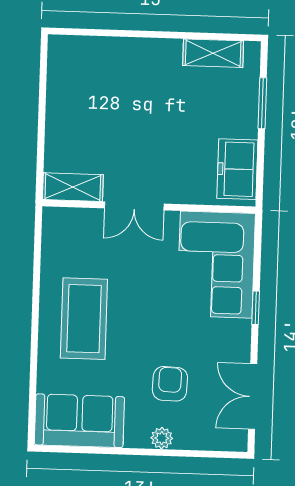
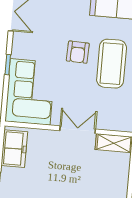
armchair: (170, 384) -> (78, 52), moved

